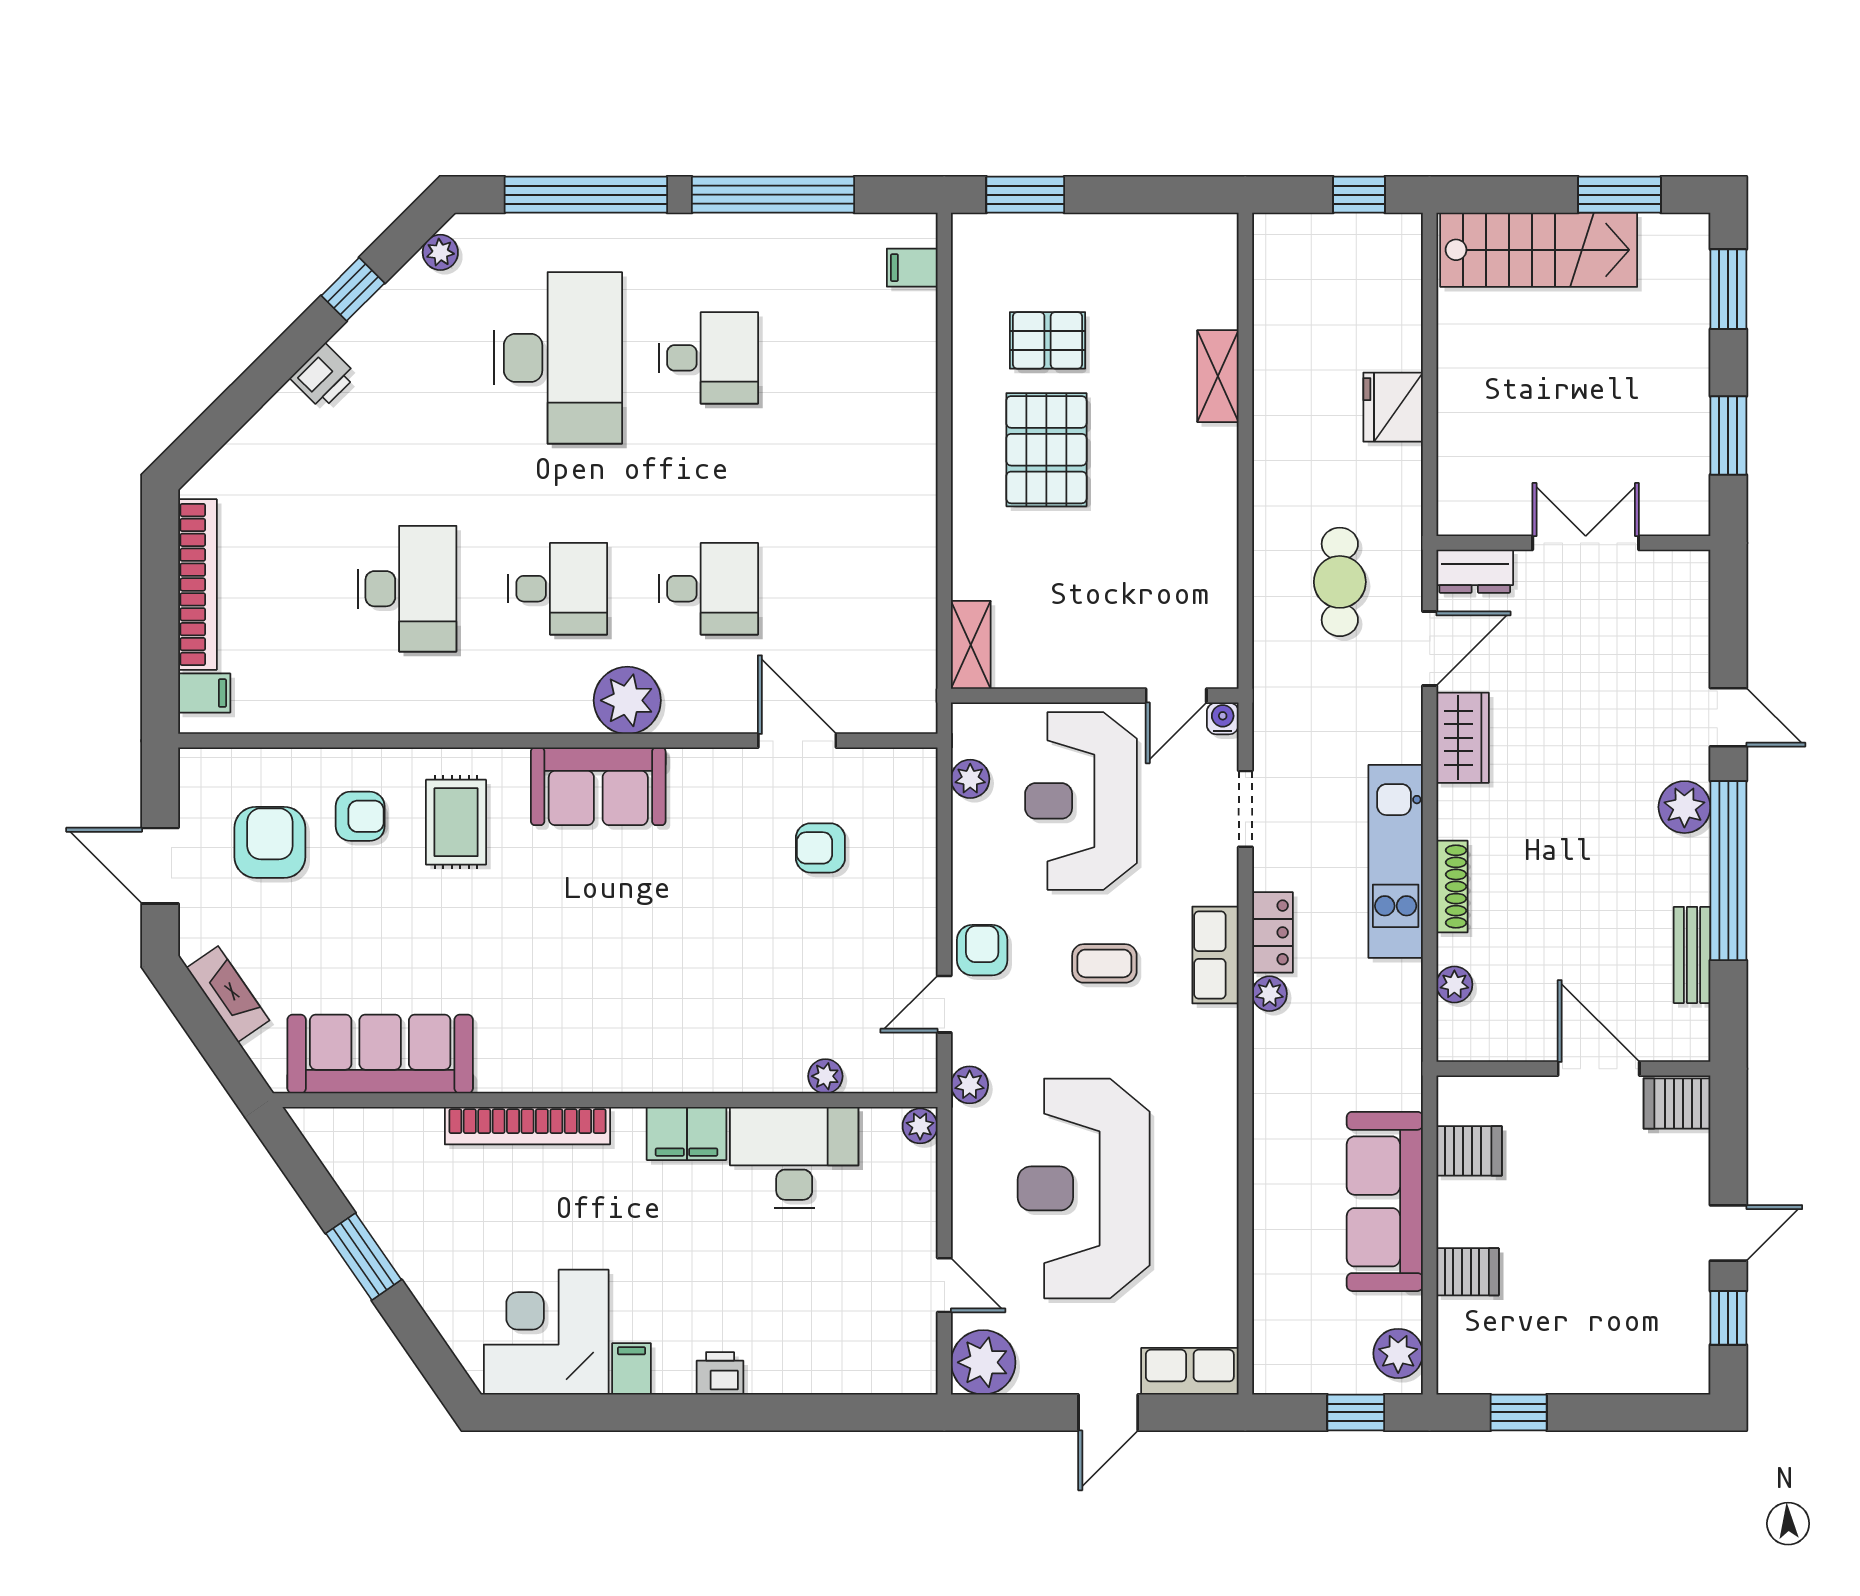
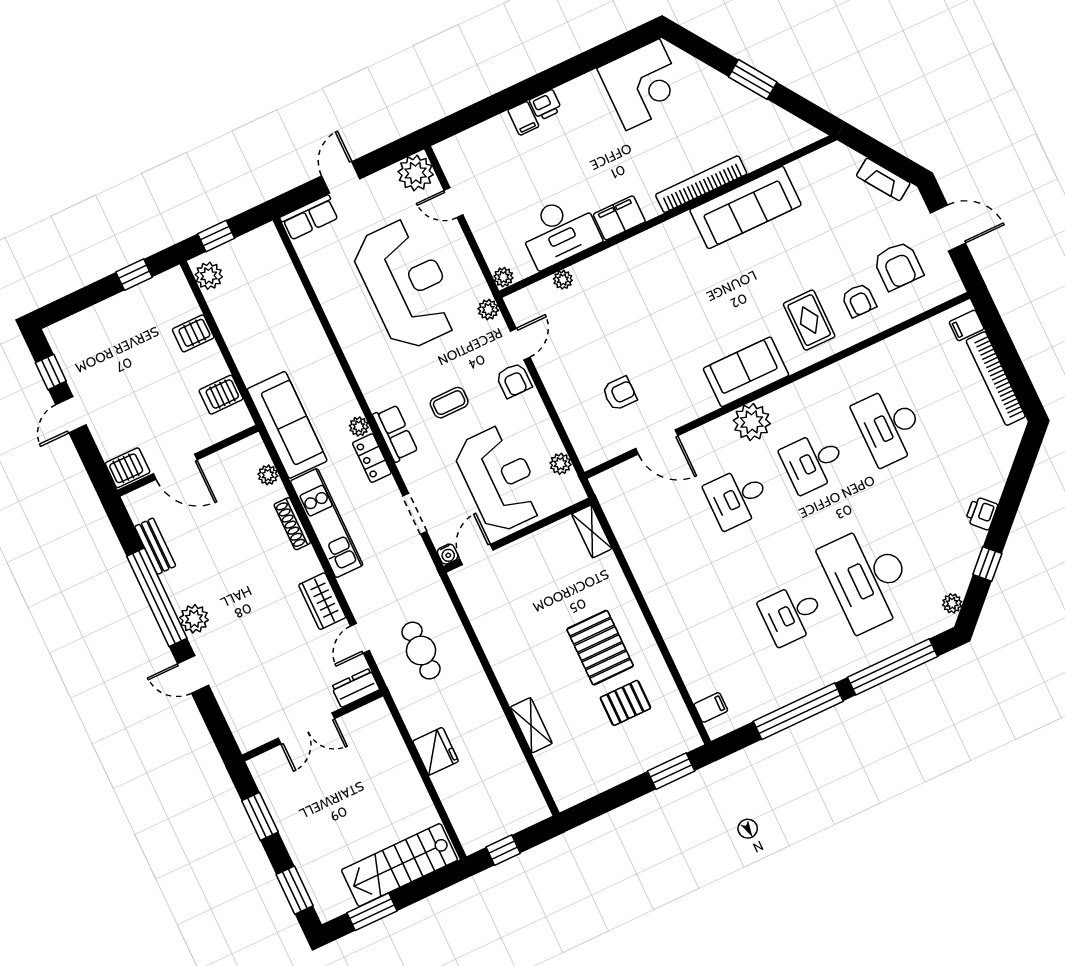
door: (1430, 649) -> (360, 638), width x0.73
armchair: (360, 816) -> (859, 300), turned -90
sofa: (380, 1054) -> (745, 207), moved
sofa: (1385, 1201) -> (287, 425), moved
filing cabinet: (632, 1369) -> (523, 118), moved

